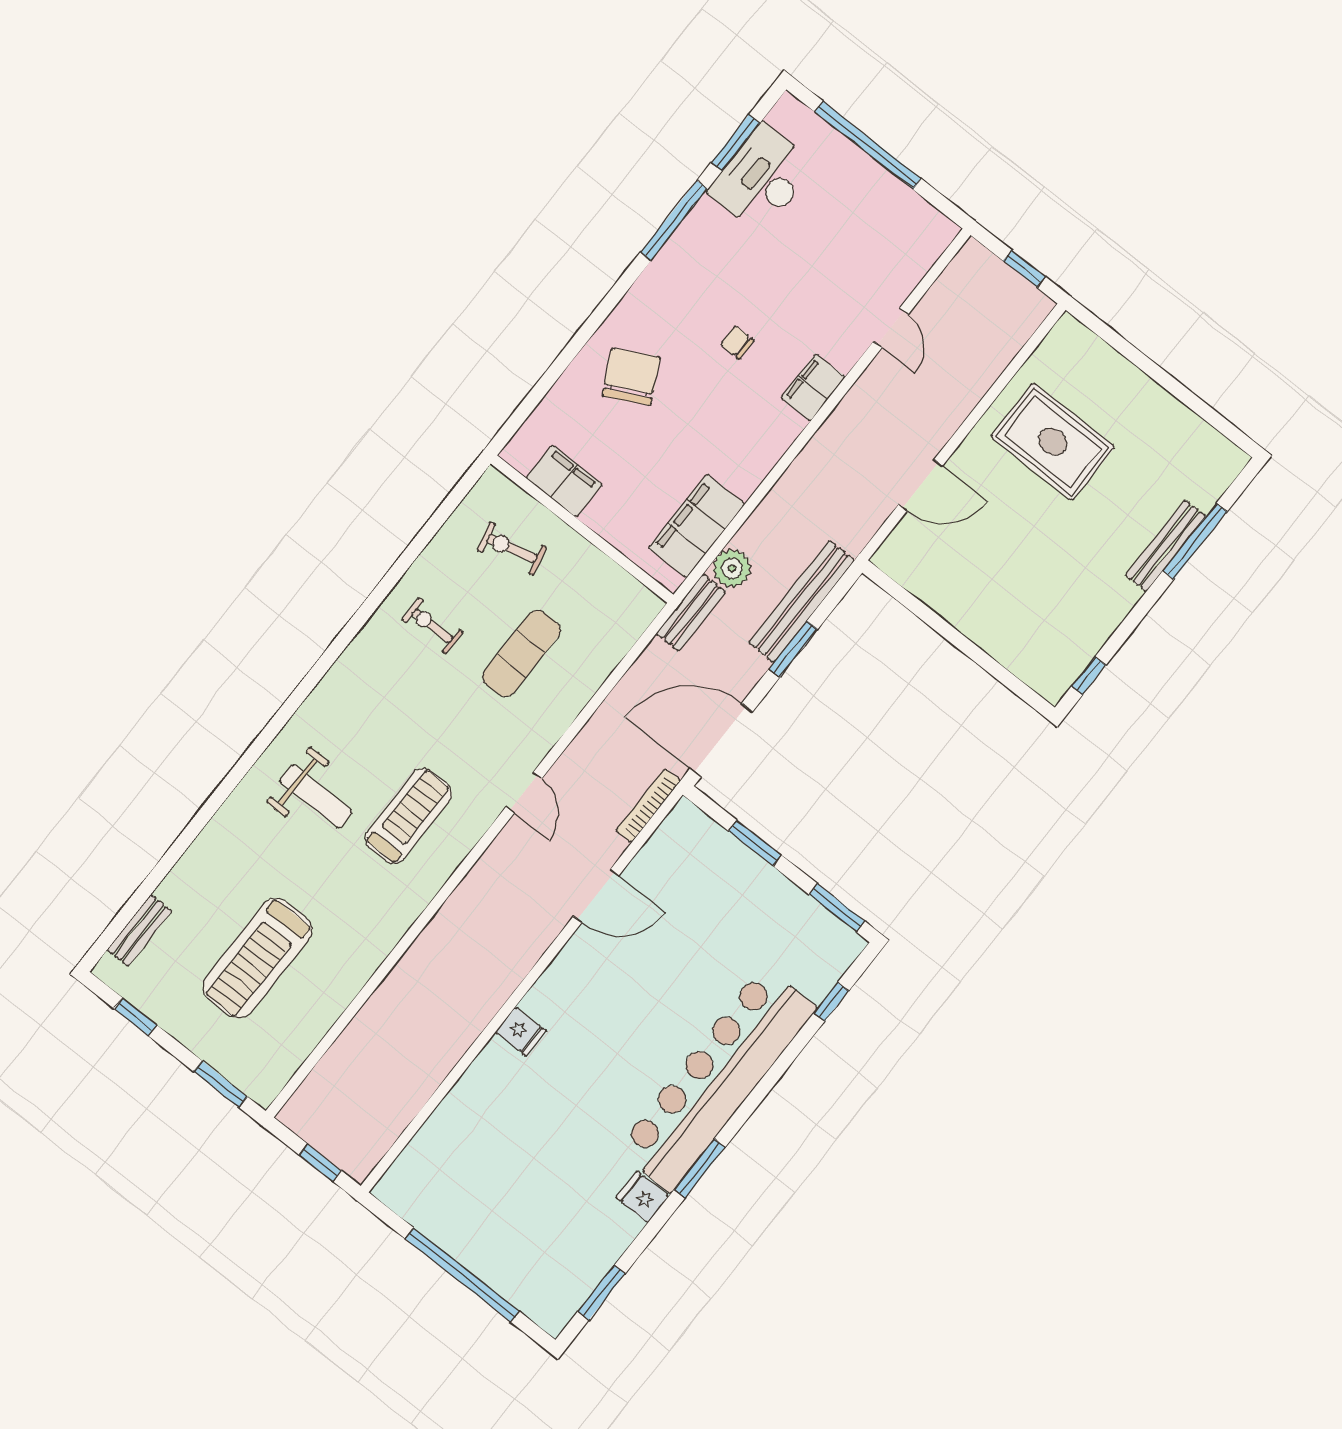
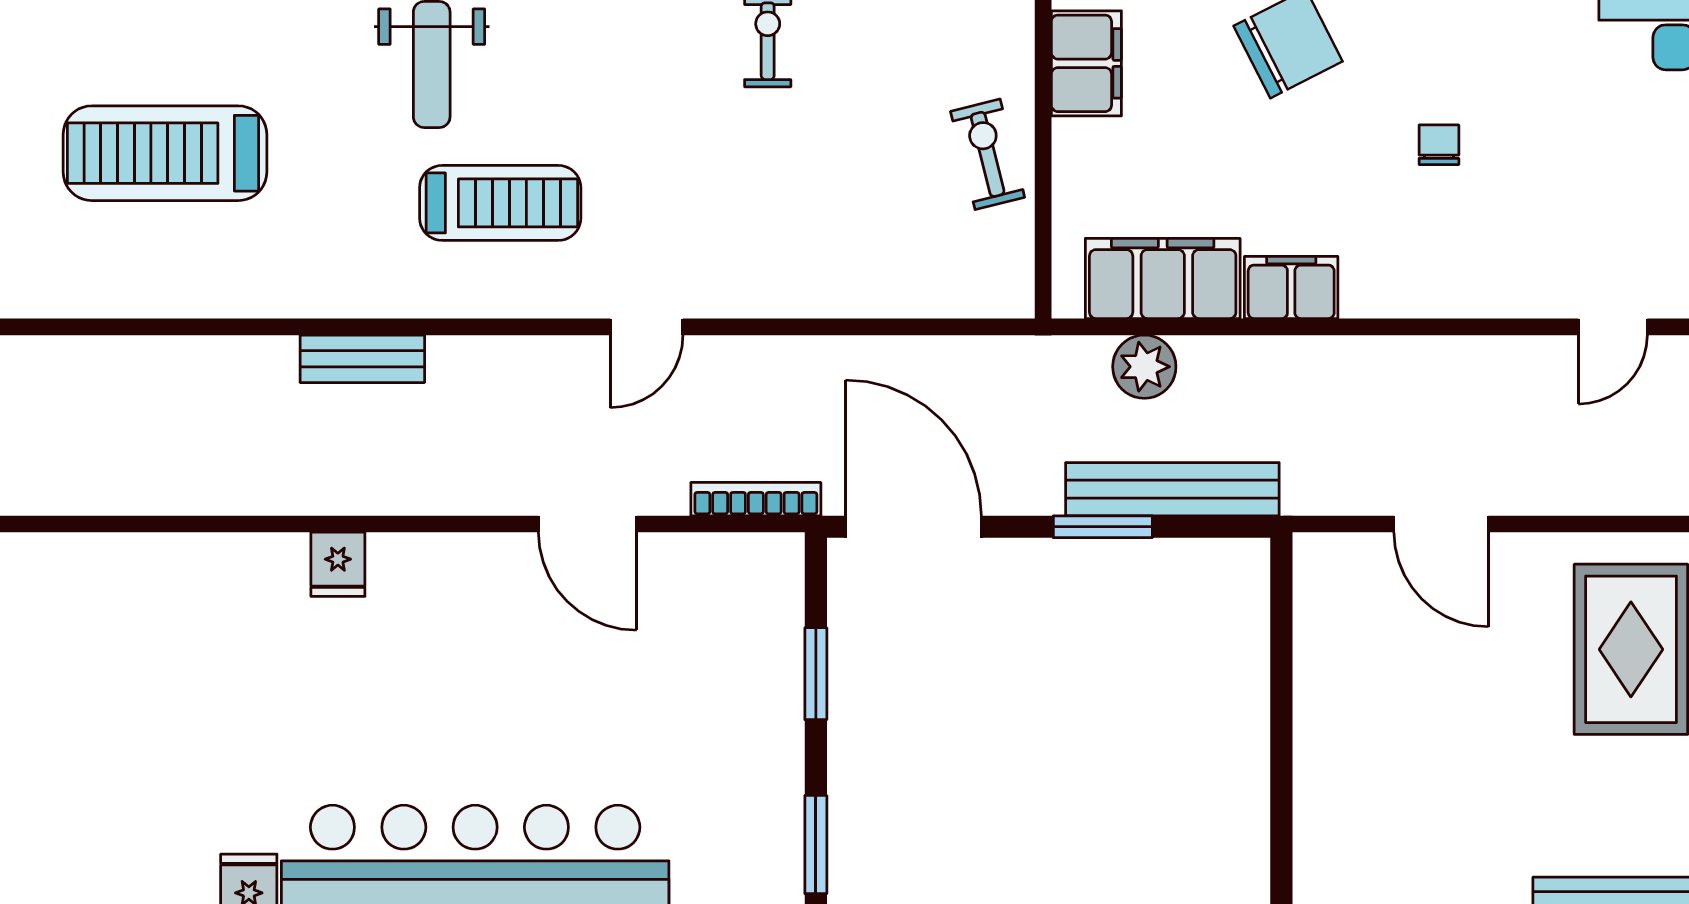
filing cabinet: (813, 388) -> (1291, 287), moved
exercise bike: (512, 549) -> (988, 154), moved
bench: (691, 613) -> (362, 359), moved
exercise mat: (521, 653) -> (822, 183), removed

